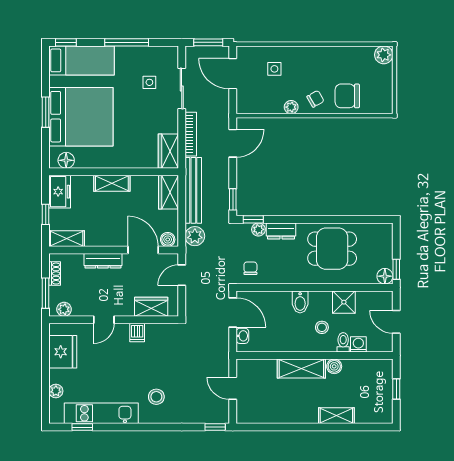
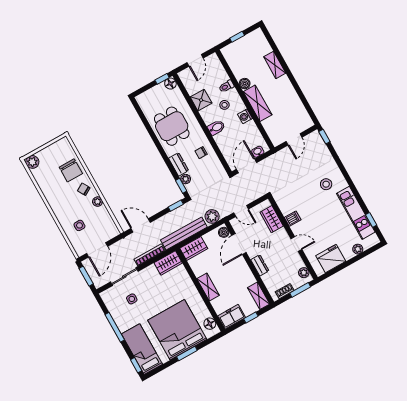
dresser: (103, 261) -> (260, 265), width x0.70
chair: (250, 268) -> (201, 153), moved
washing machine: (358, 344) -> (245, 116), moved

